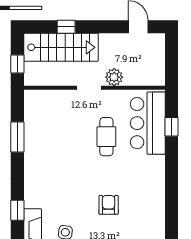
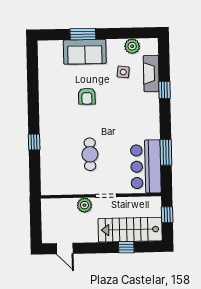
bar counter: (148, 123) -> (146, 167), moved, turned 180
window: (172, 127) -> (34, 142), moved

